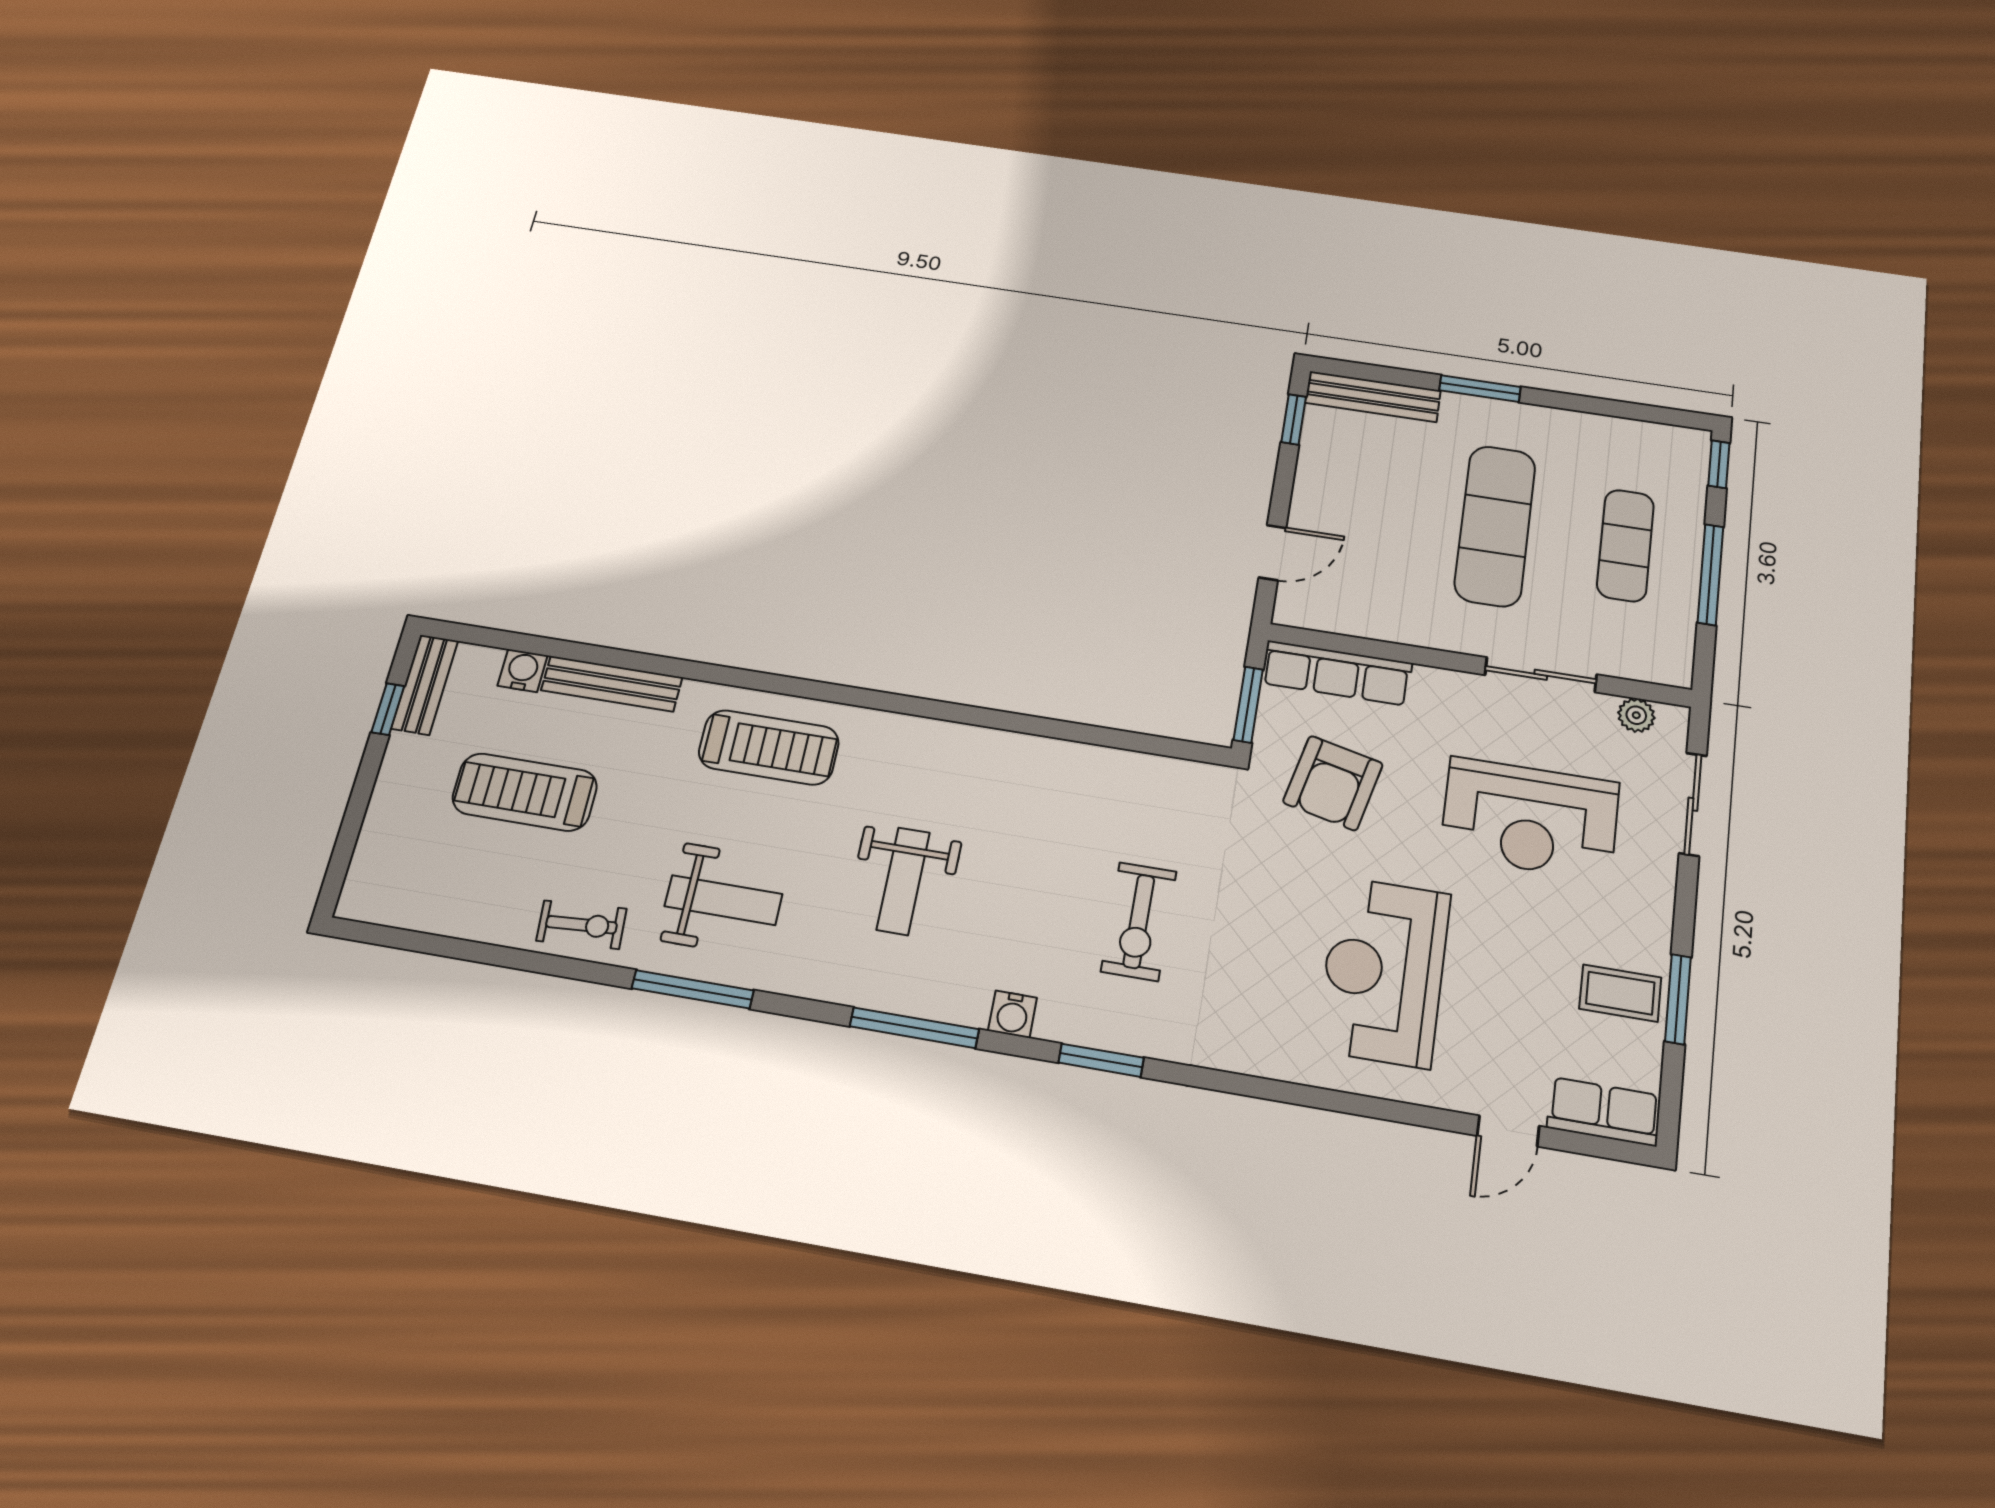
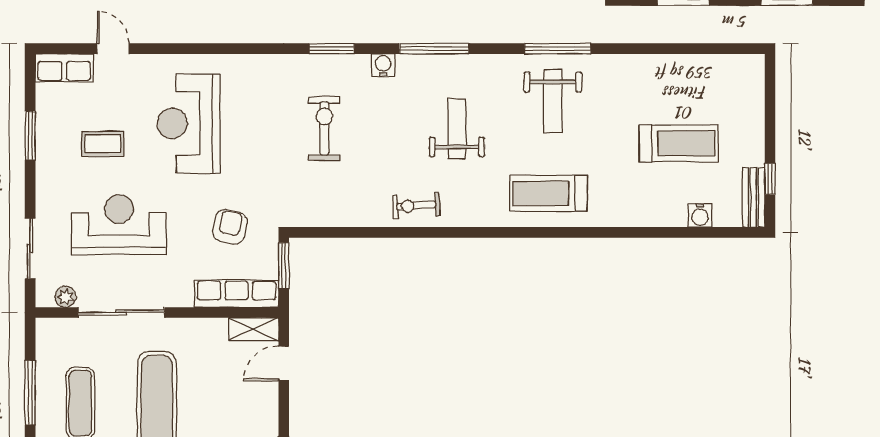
shelving: (1316, 613) -> (253, 329), added
sliding door: (1541, 675) -> (121, 313), width x1.37
bench: (612, 684) -> (647, 216), removed
armchair: (1333, 783) -> (230, 227), width x0.72, depth x0.72
weight bench: (723, 900) -> (553, 101), turned -90
exercise bike: (581, 925) -> (416, 206), moved
reception desk: (1384, 971) -> (188, 123), turned 180
coffee table: (1620, 993) -> (103, 144), moved
door: (1508, 1131) -> (113, 49), hinge flipped

